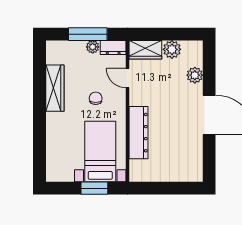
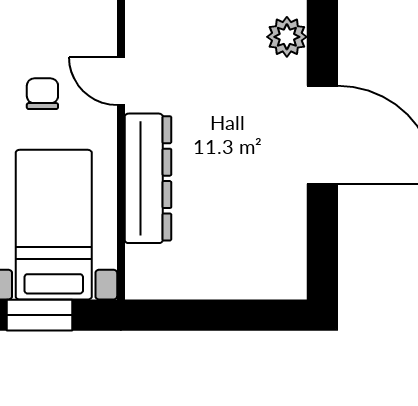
door: (127, 78) -> (121, 81), moved

